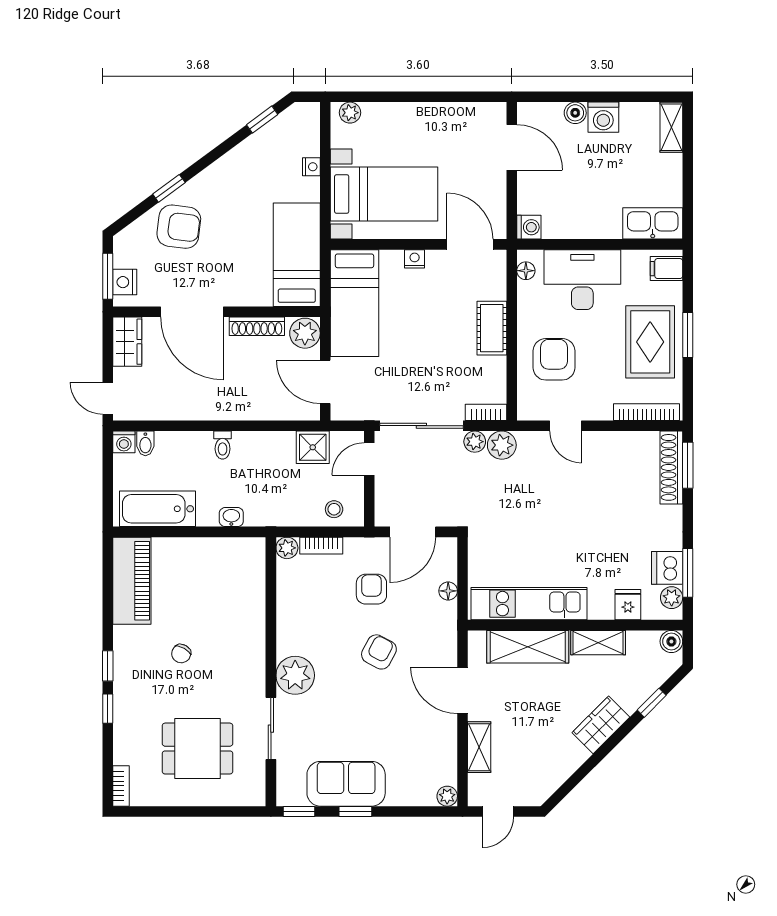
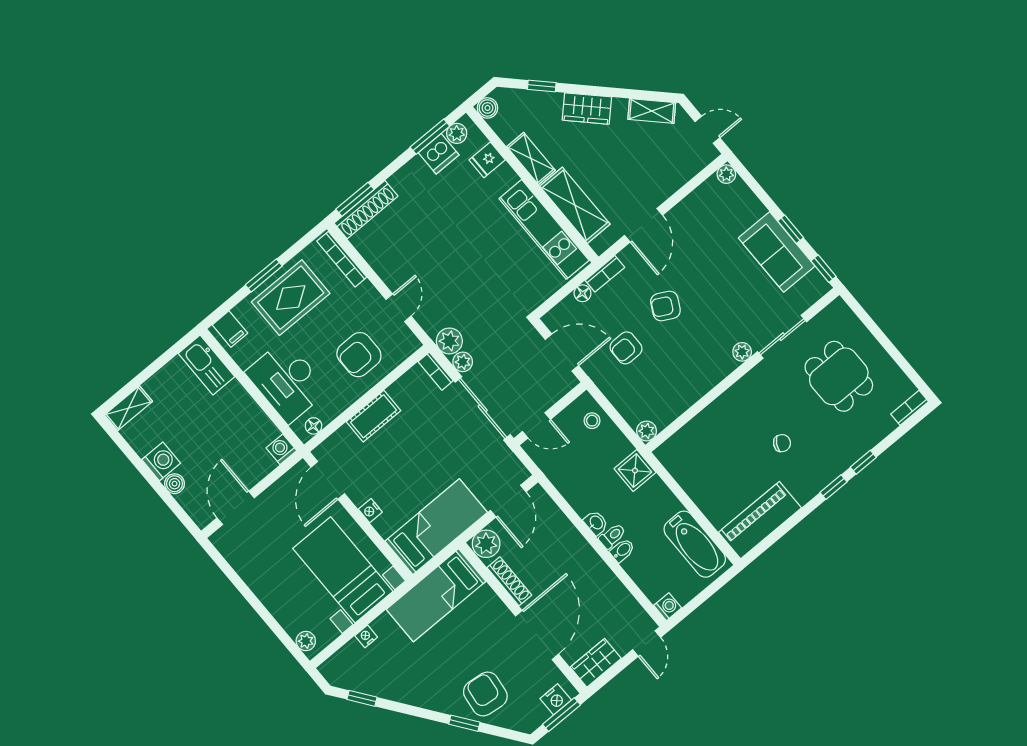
bidet: (145, 443) -> (622, 550), moved
shower: (313, 447) -> (635, 471), moved
washbasin: (231, 517) -> (596, 523), moved, turned 180
bookcase: (321, 546) -> (605, 274), moved, turned 90
plant: (295, 675) -> (742, 352), width x0.53, depth x0.53
shelving: (479, 747) -> (652, 111), moved, turned 45

